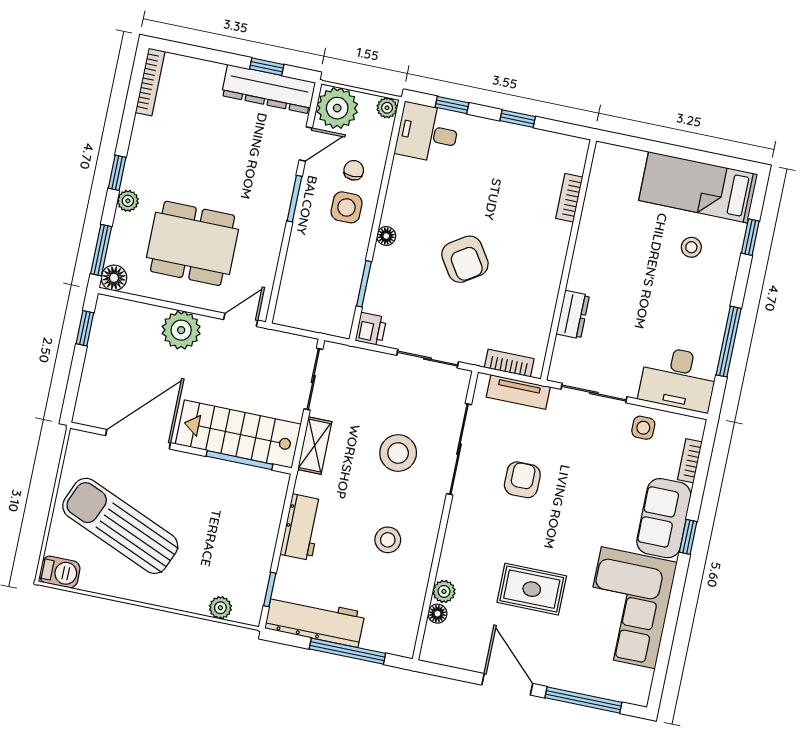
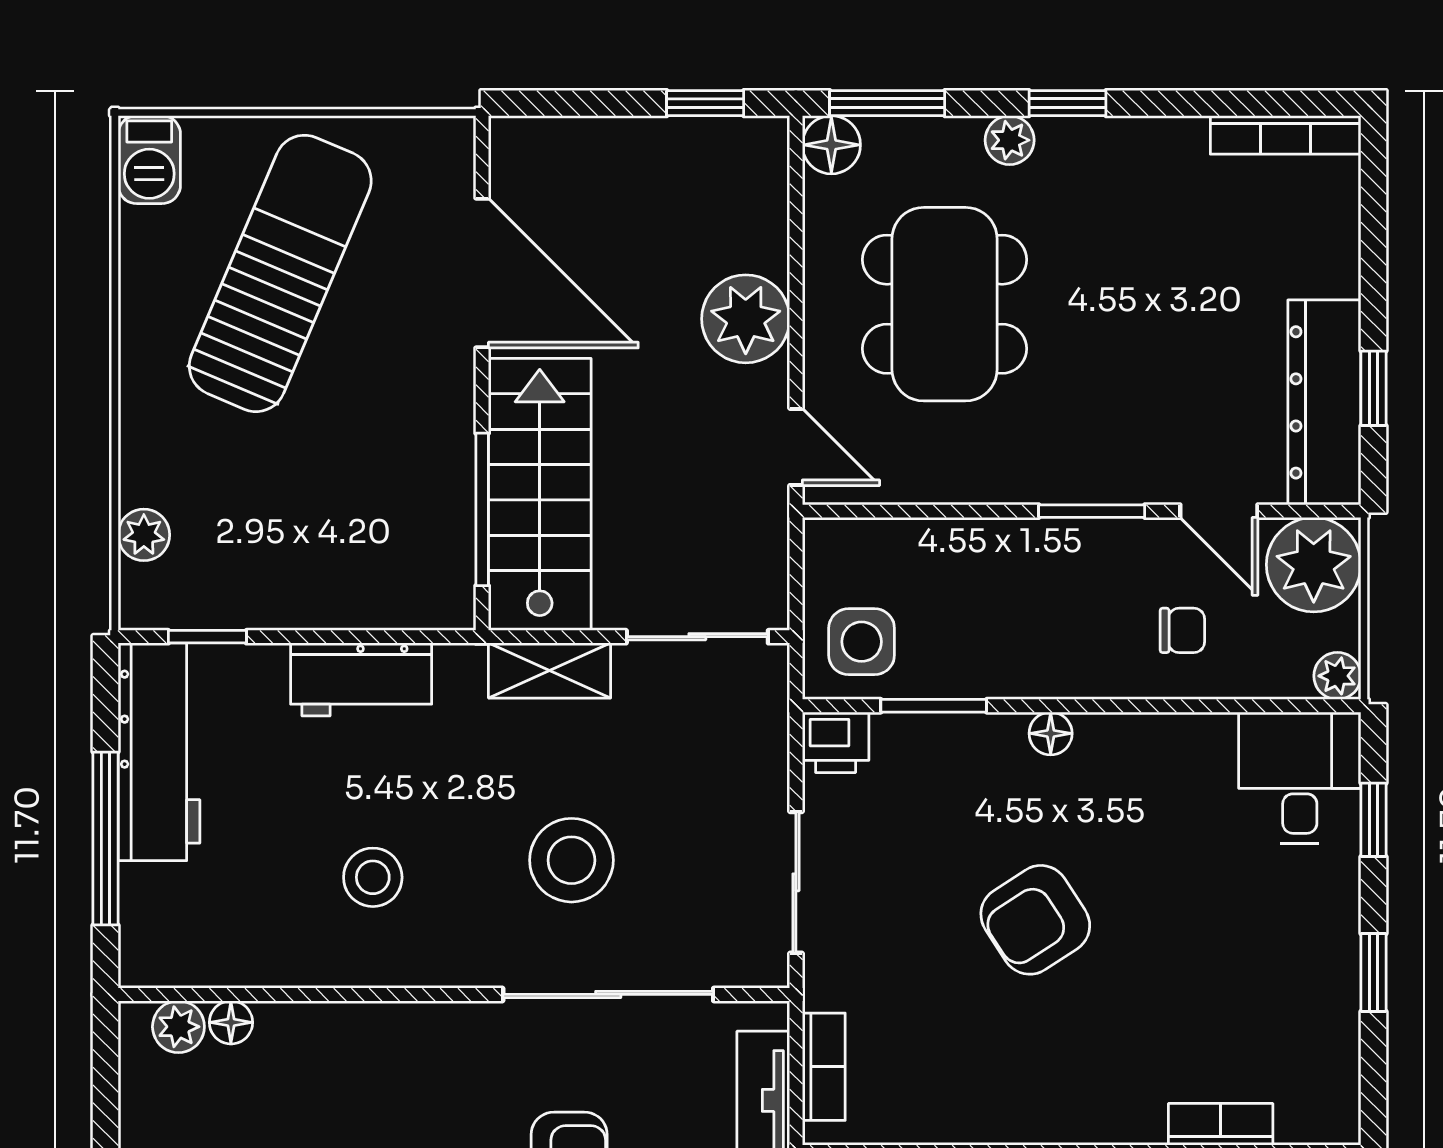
side table: (347, 207) -> (862, 642), moved
plant: (444, 591) -> (178, 1027), moved

